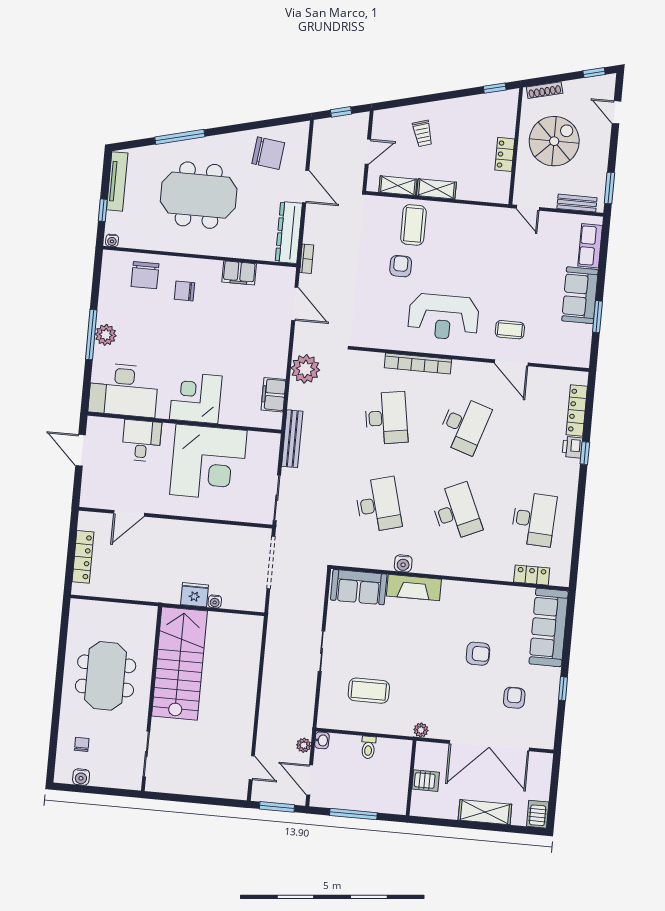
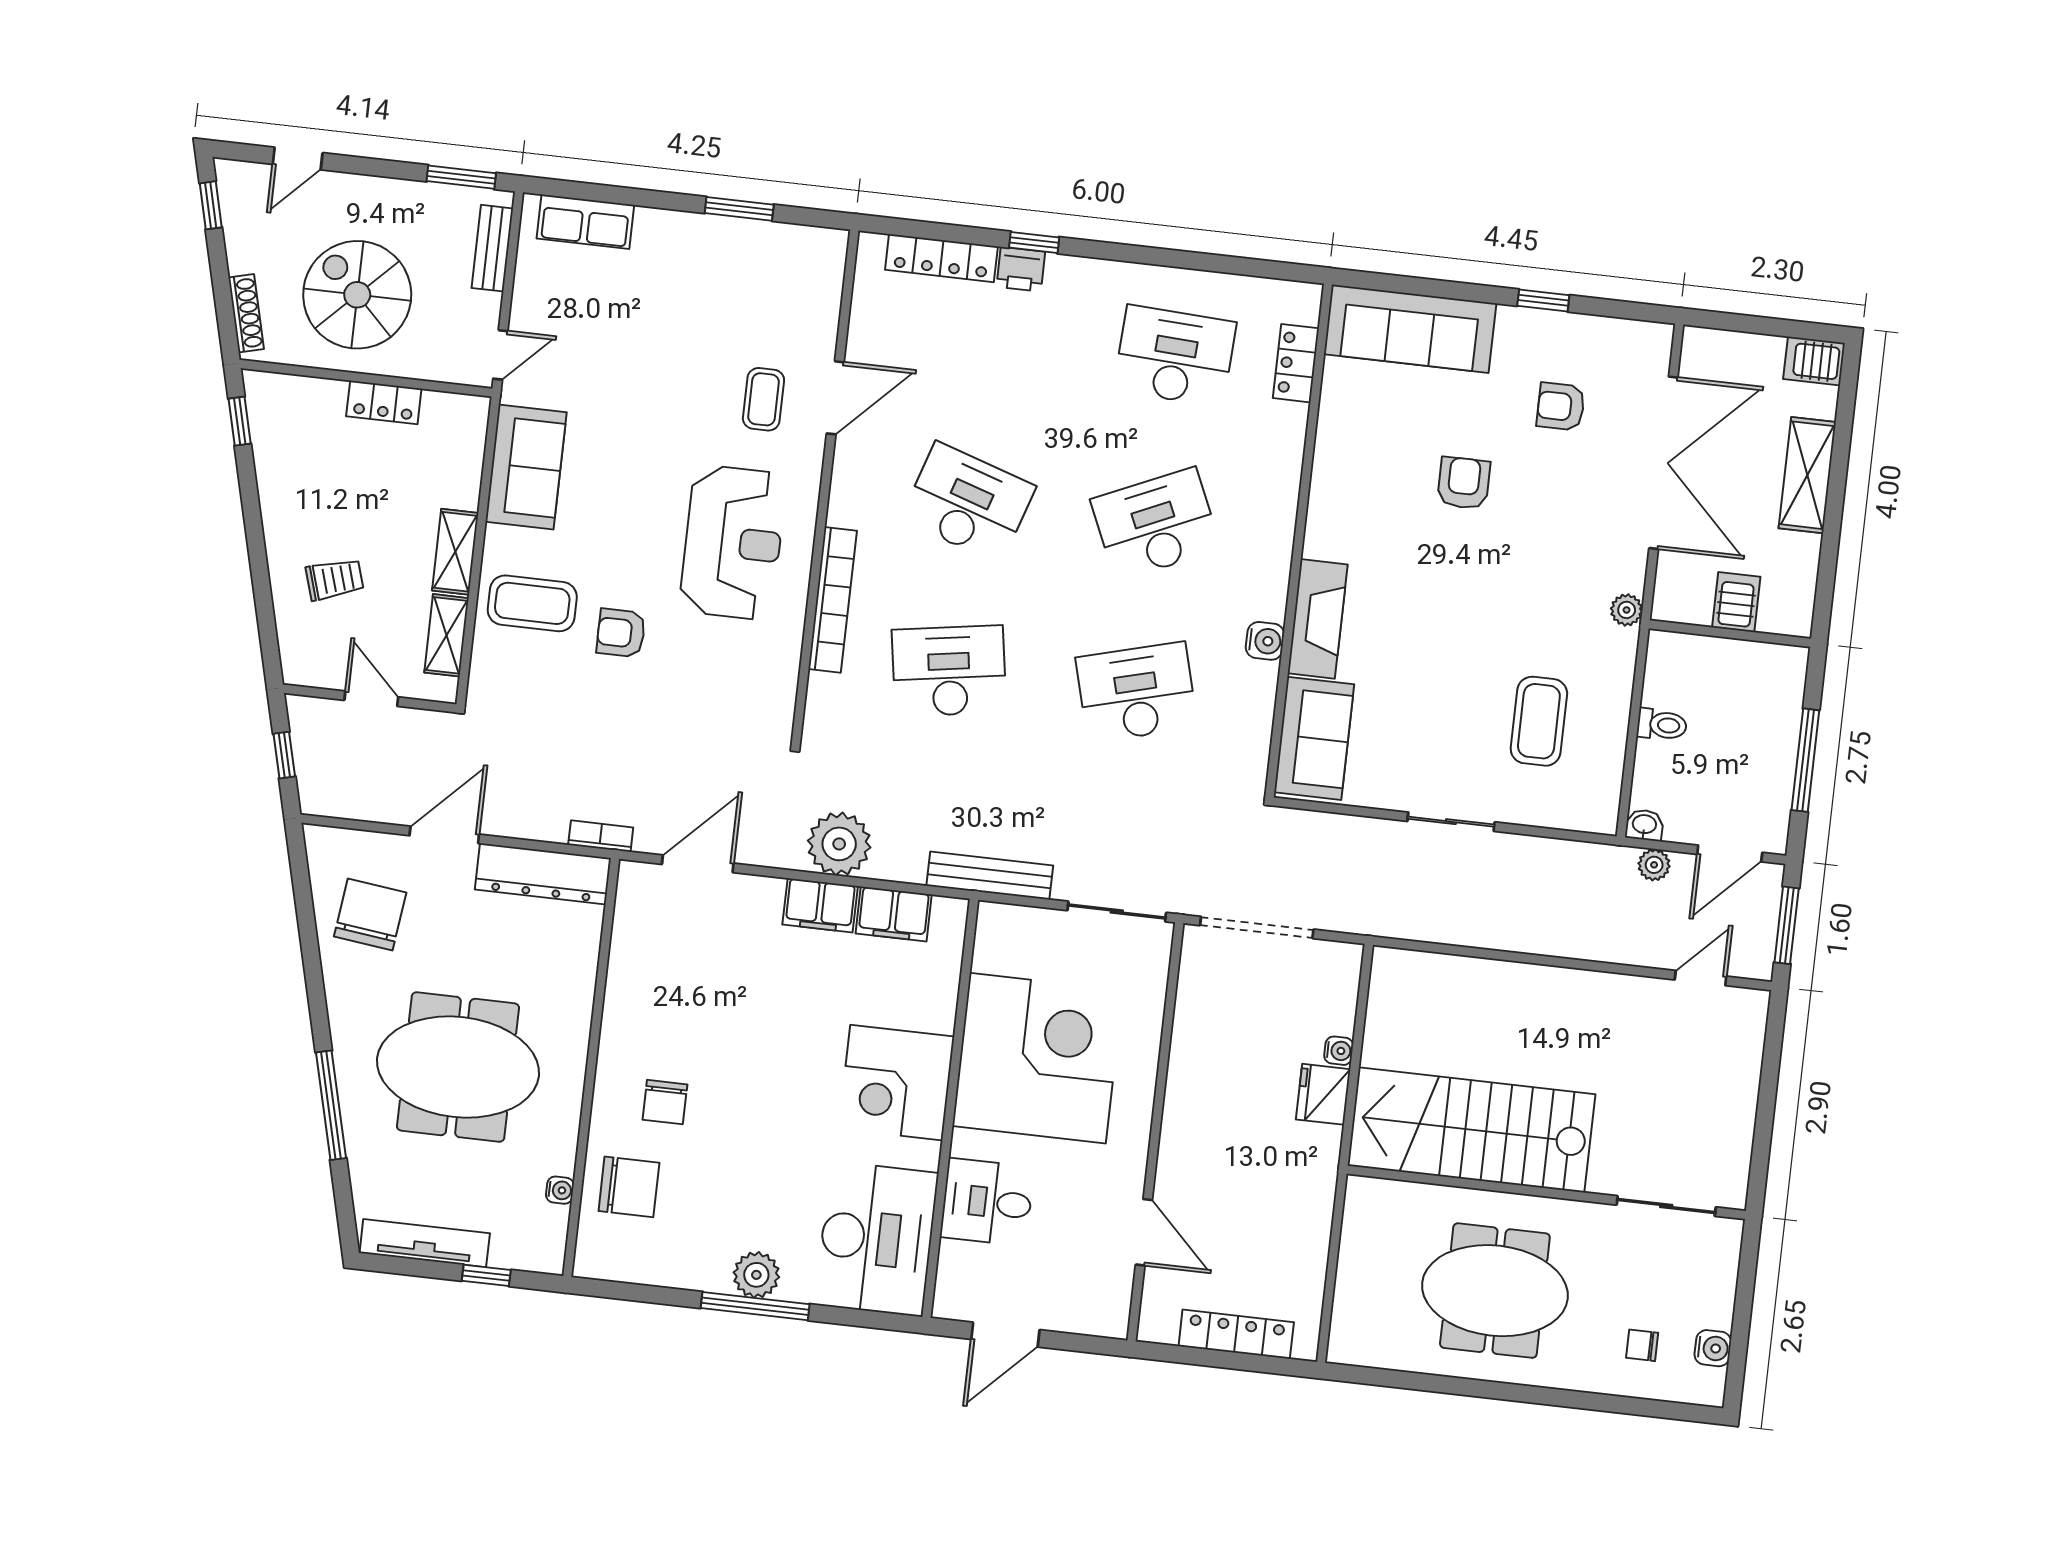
meeting table: (199, 195) -> (458, 1067), turned 90
water cooler: (112, 240) -> (560, 1190), moved
filing cabinet: (239, 273) -> (820, 905), moved, turned 90
sofa: (580, 295) -> (526, 467), moved, turned -90

